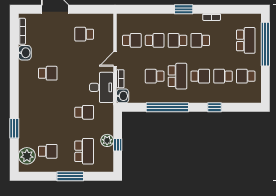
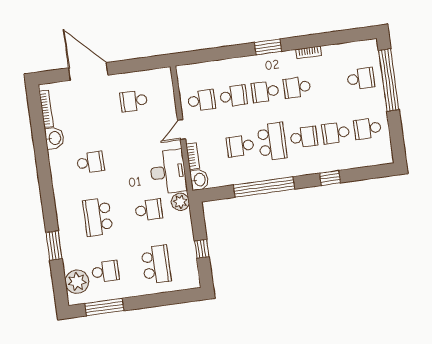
school desk: (246, 40) -> (361, 79), width x0.54
school desk: (48, 112) -> (98, 217), added
plant: (107, 140) -> (180, 202), moved
window: (70, 176) -> (104, 307), moved

